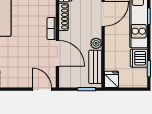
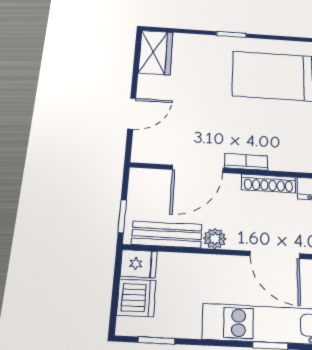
dishwasher: (139, 58) -> (136, 298), moved, turned 90
door: (42, 89) -> (132, 113), moved

